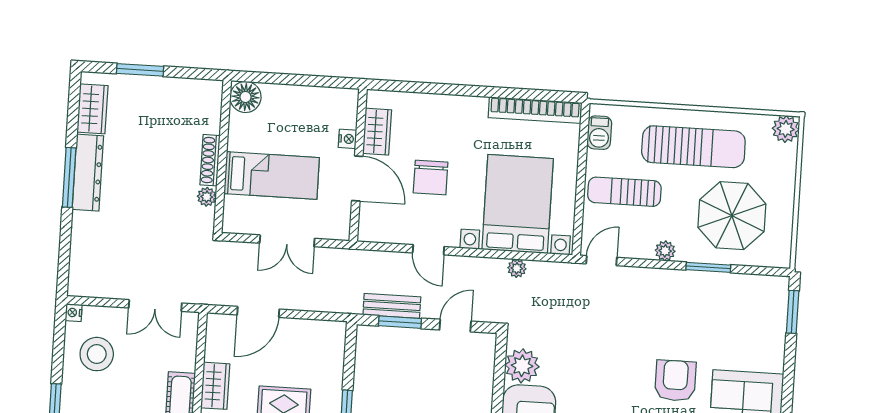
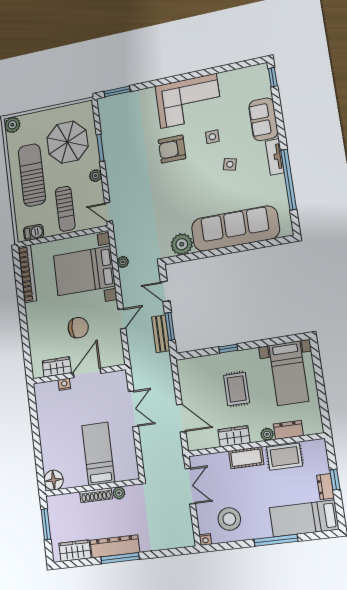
floor lamp: (245, 97) -> (54, 480), moved
wall: (222, 157) -> (92, 488), moved
shoe rack: (210, 160) -> (96, 495), moved
bed: (272, 176) -> (98, 454), moved
plant: (207, 197) -> (119, 493), moved

